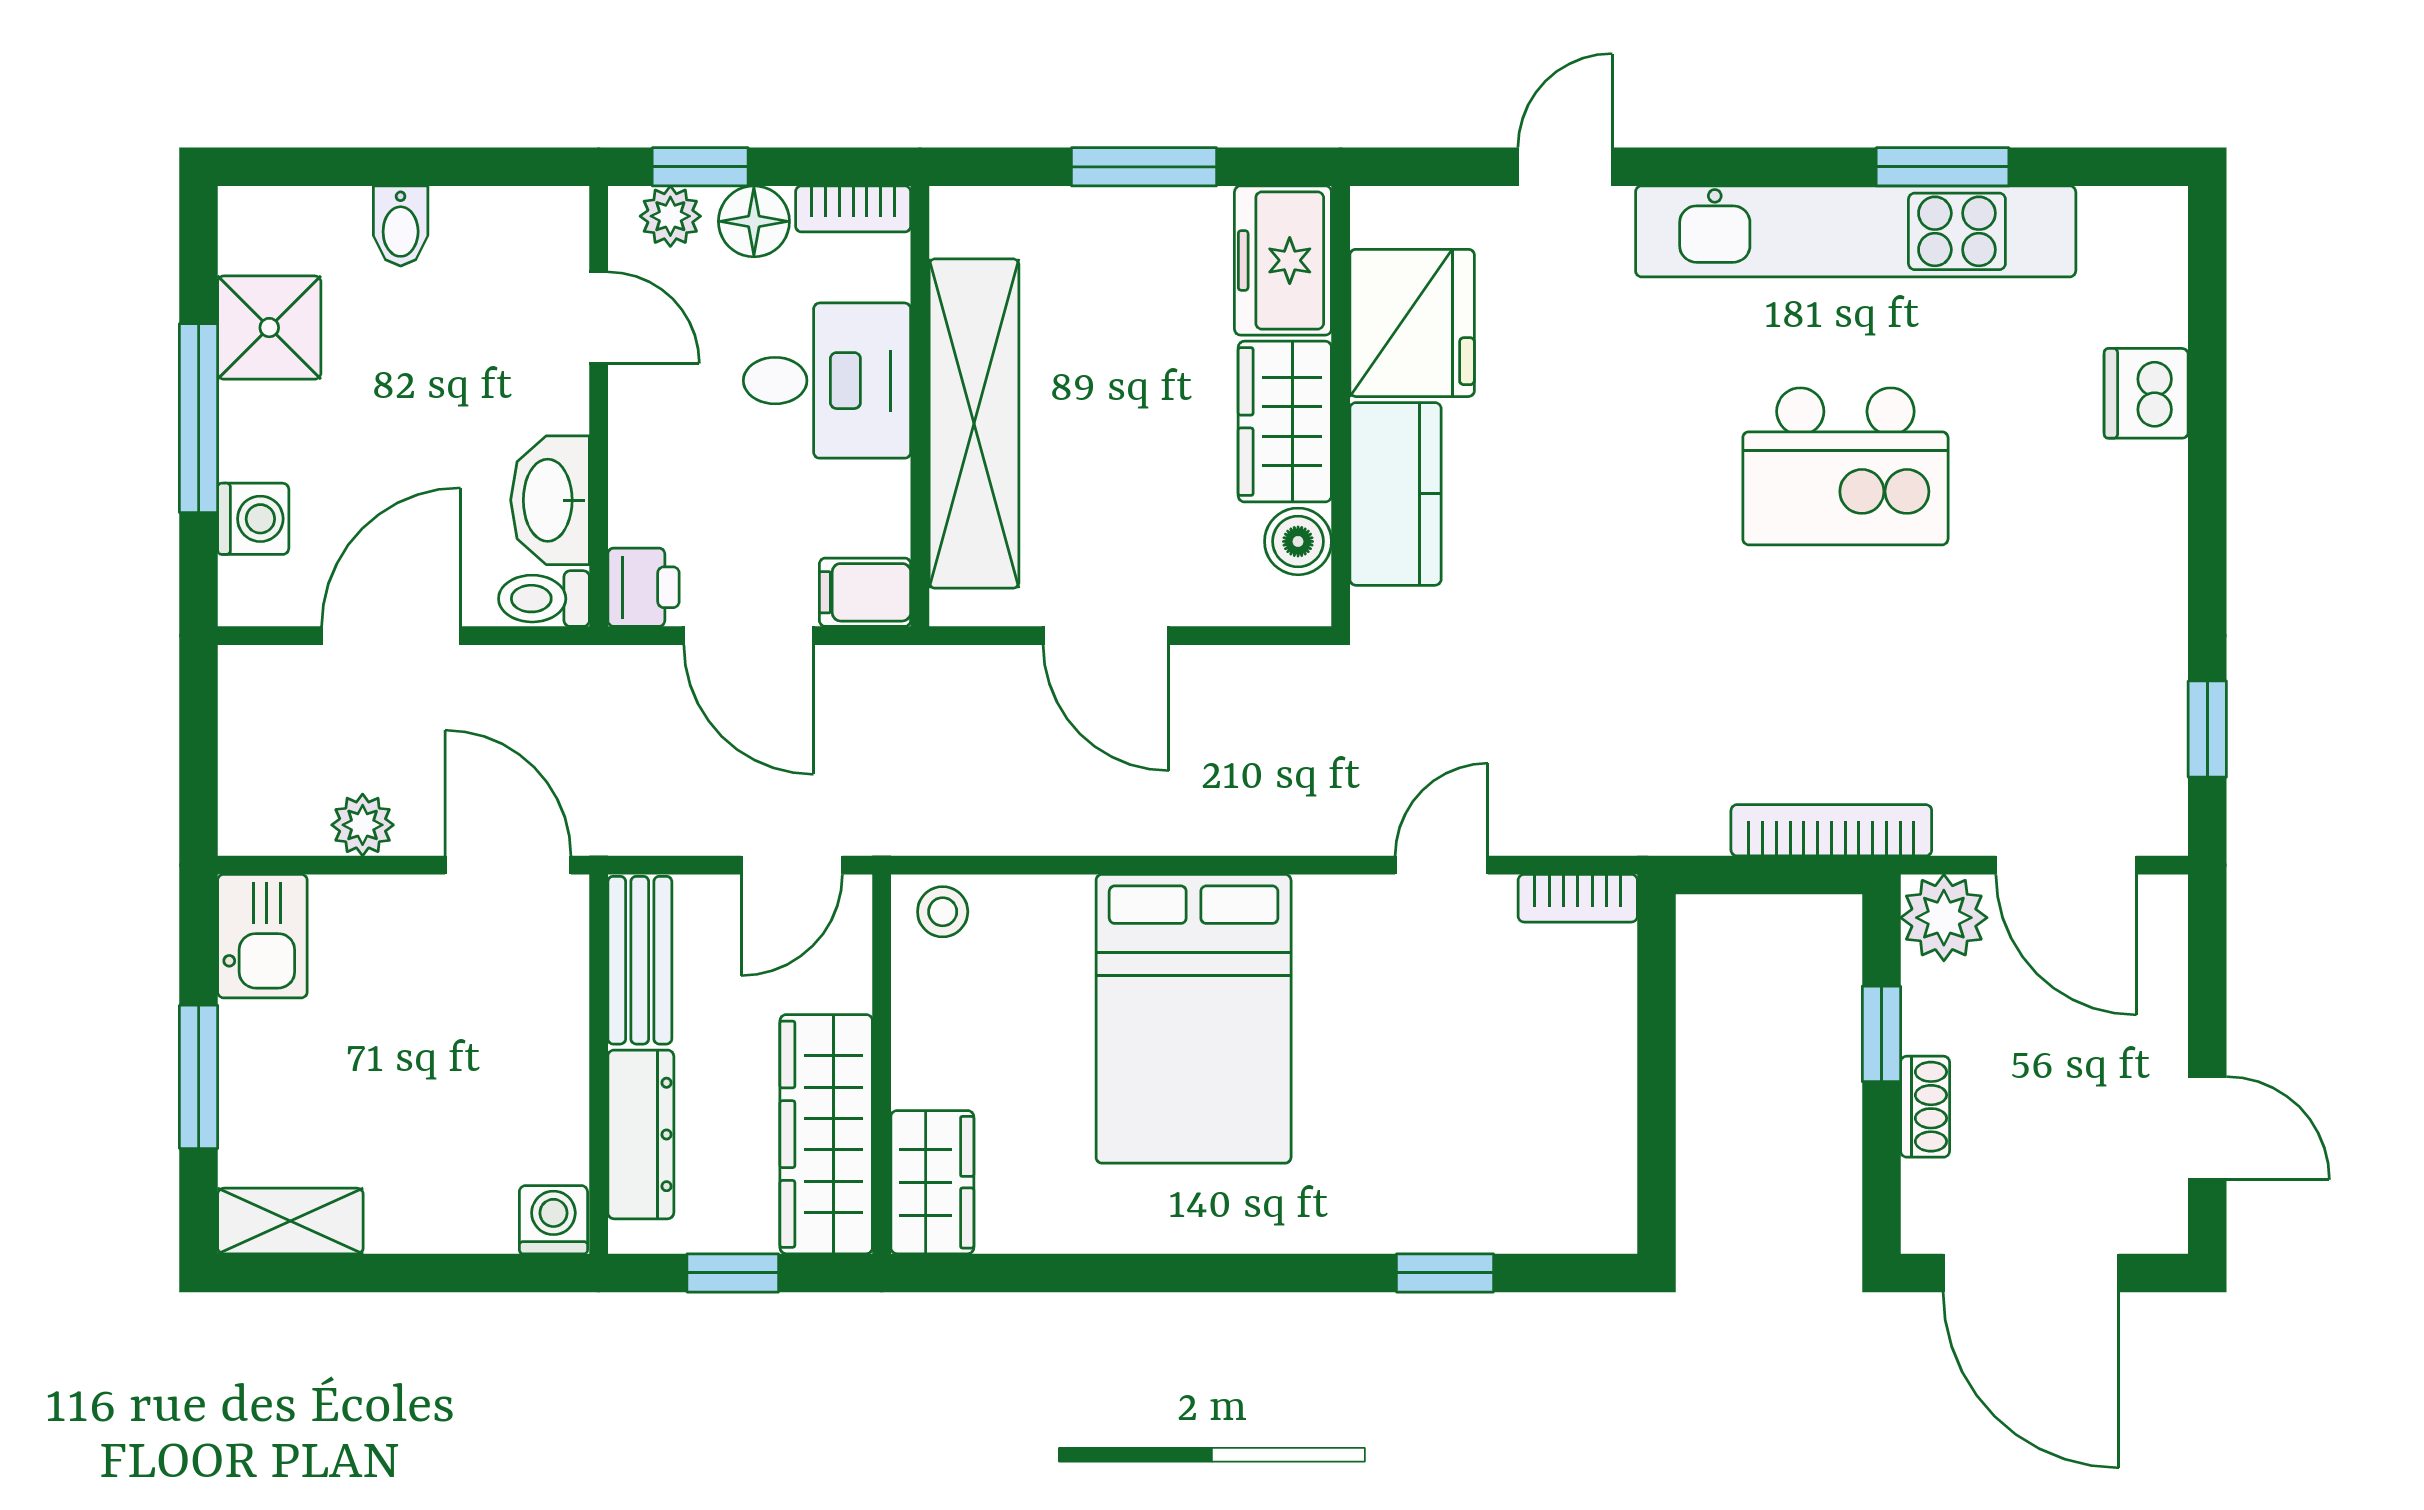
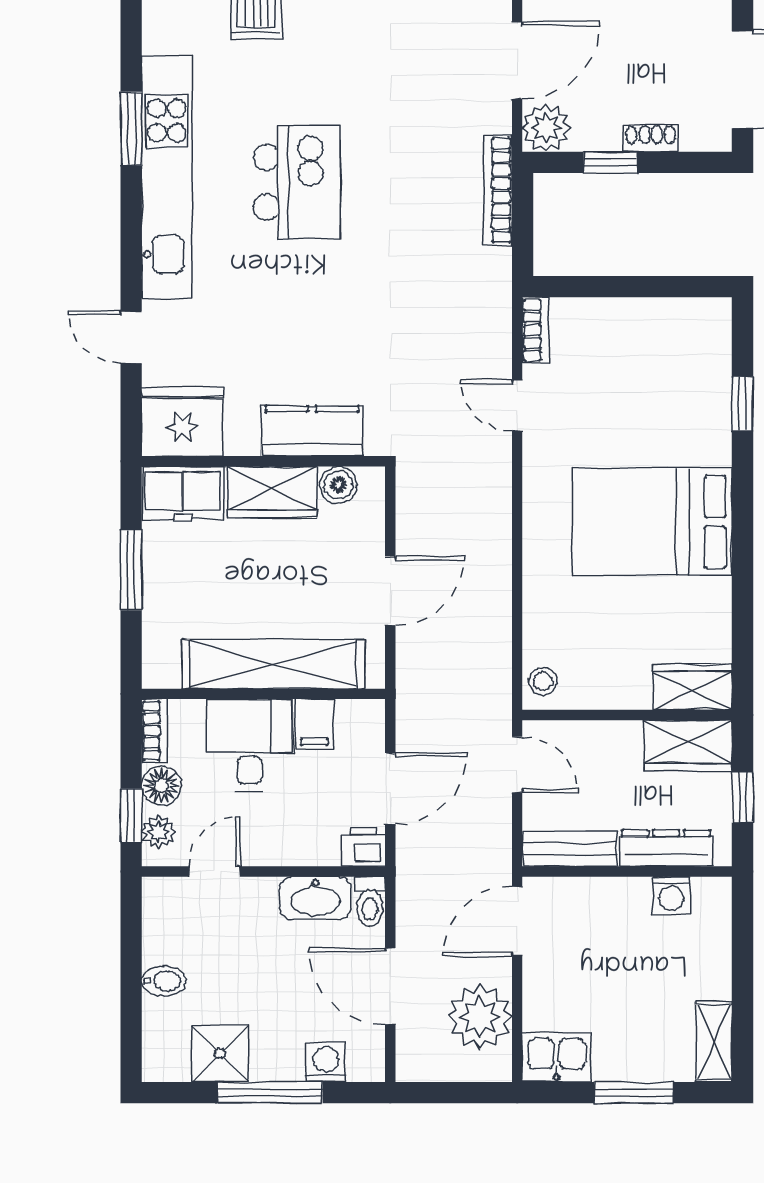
fridge: (1412, 323) -> (182, 422), moved
filing cabinet: (865, 592) -> (314, 724), moved
plant: (363, 825) -> (480, 1017), width x1.88, depth x1.88
bed: (1194, 1019) -> (652, 522), moved, turned 180
wardrobe: (826, 1134) -> (688, 746), width x0.67
washing machine: (553, 1220) -> (671, 895), moved, turned -90

